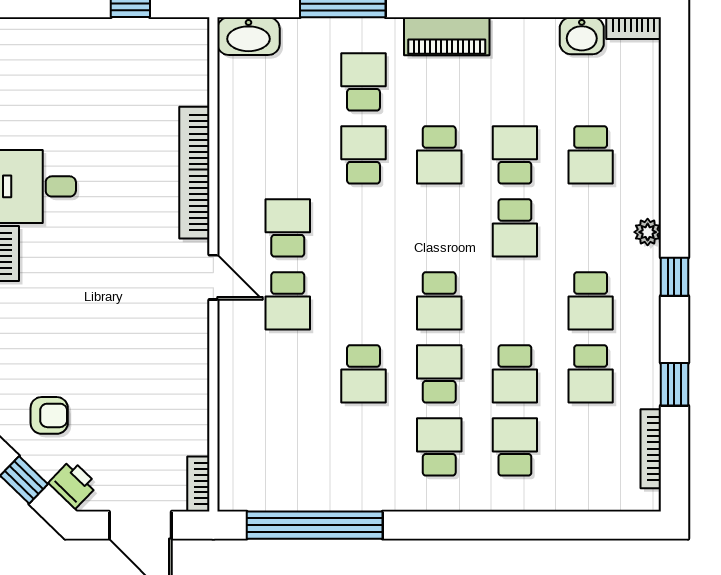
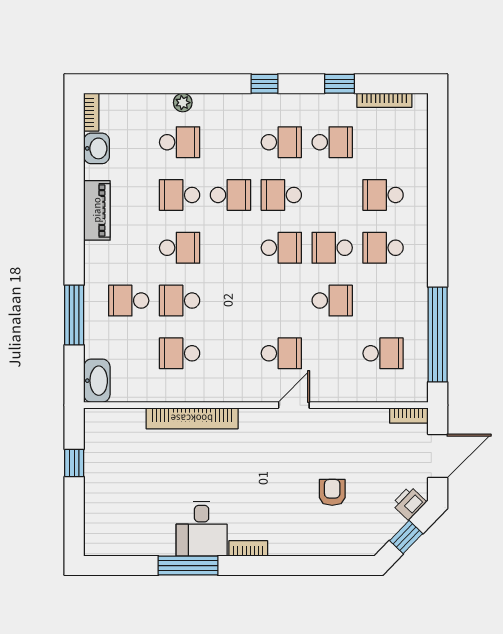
piano: (447, 36) -> (97, 210), moved
school desk: (288, 228) -> (180, 353), moved
plant: (648, 232) -> (183, 103), moved
door: (213, 277) -> (294, 405), moved
school desk: (515, 374) -> (281, 195), moved, turned 180
armchair: (49, 415) -> (332, 492), moved
school desk: (288, 447) -> (383, 353), added

